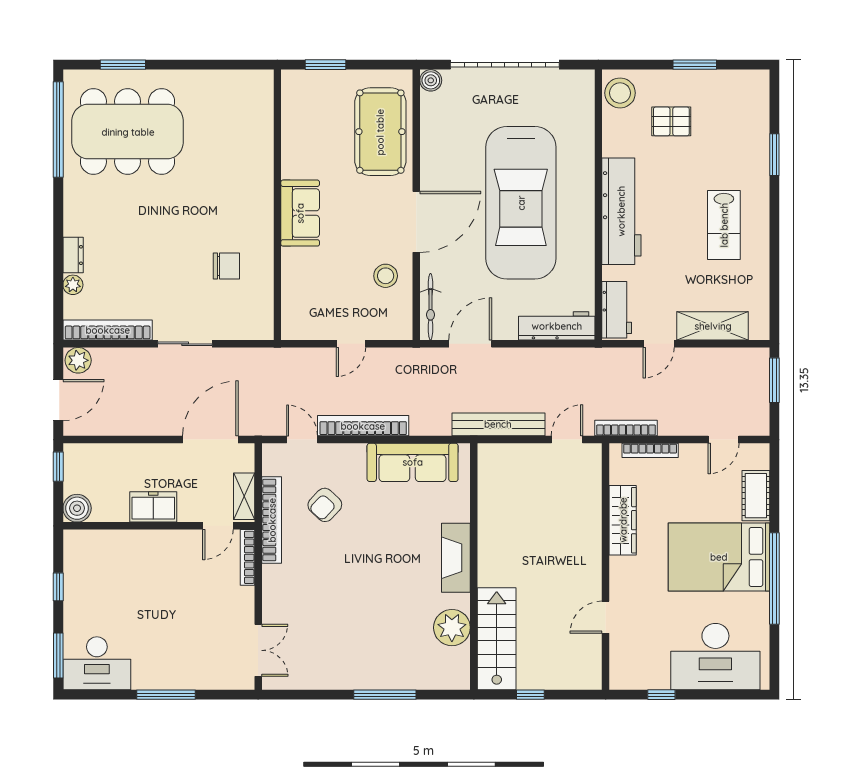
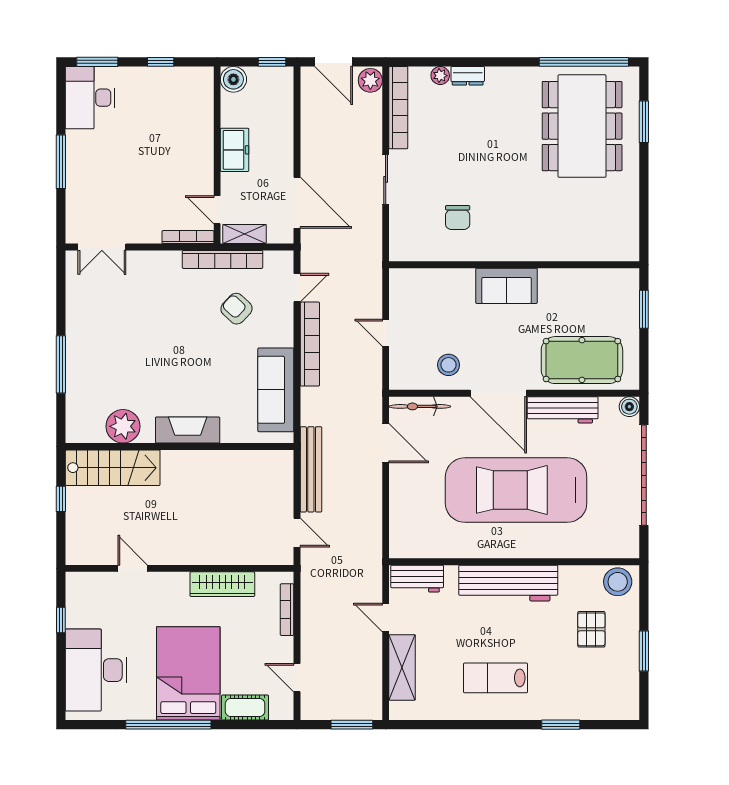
workbench: (557, 326) -> (563, 410), moved, turned 90
bookcase: (626, 428) -> (308, 587), removed

